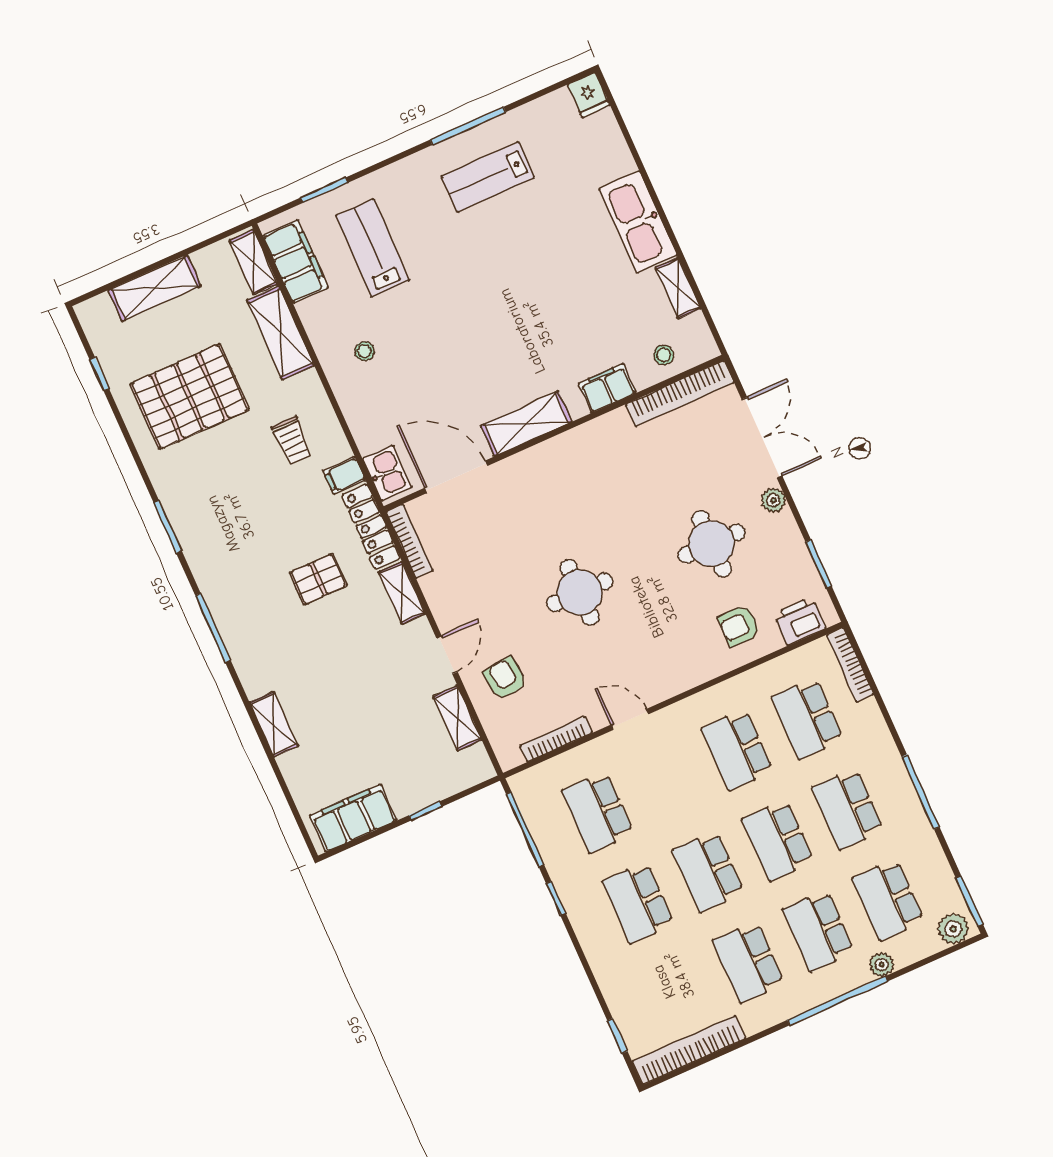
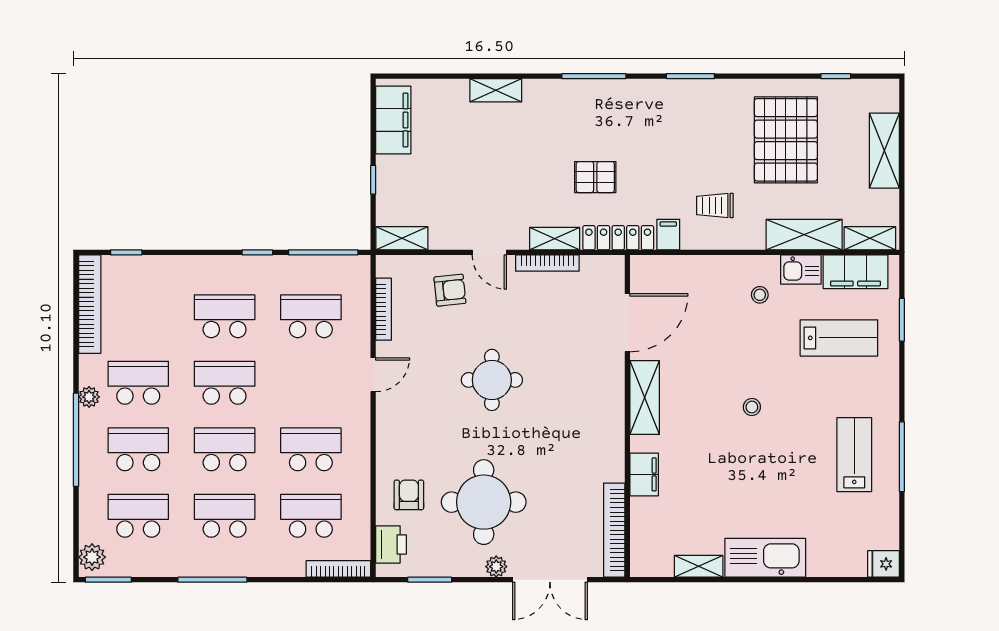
stool: (664, 355) -> (752, 407), moved
kitchen sink: (387, 473) -> (801, 270), moved
bookcase: (409, 541) -> (547, 263), moved
round table: (712, 544) -> (484, 502), width x1.36, depth x1.36
pallet: (318, 579) -> (595, 177), turned 90
shelving: (457, 718) -> (402, 238), moved
plant: (882, 965) -> (89, 397), moved

